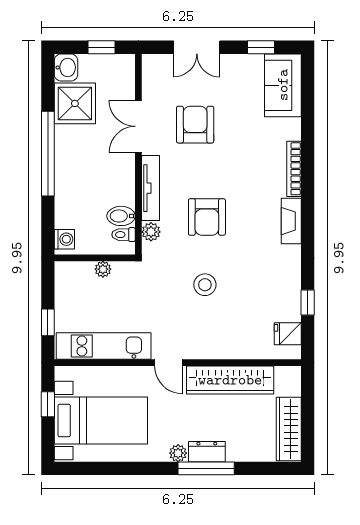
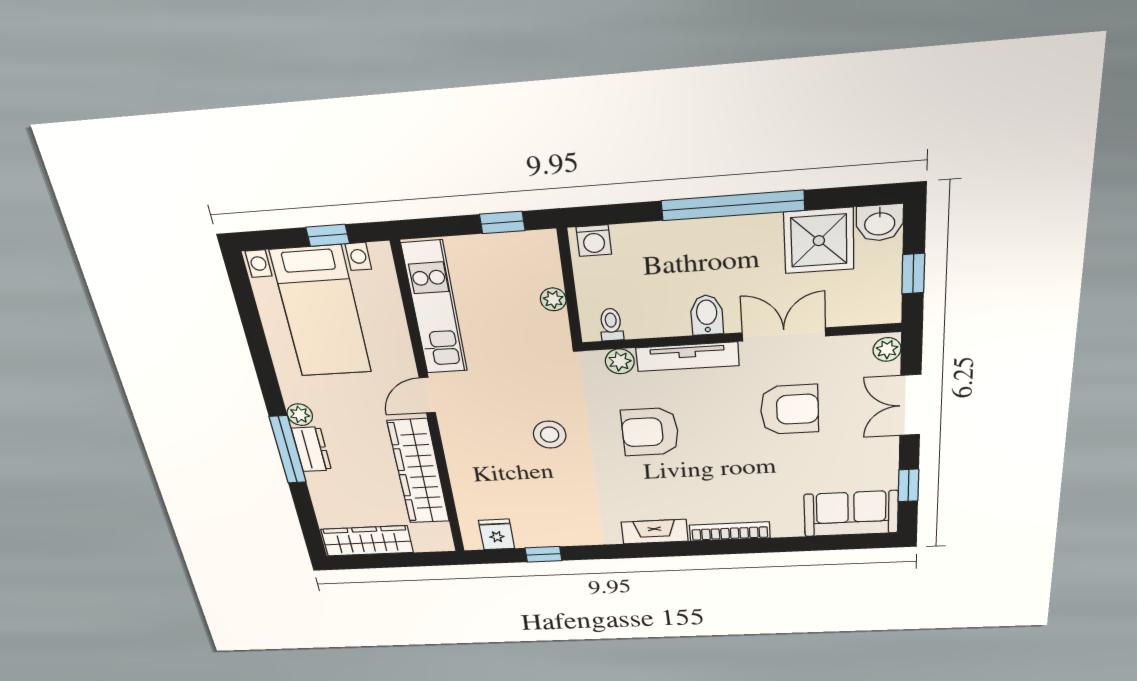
plant: (154, 62) -> (887, 349), added
bidet: (121, 216) -> (707, 315), moved
window: (48, 322) -> (502, 222), moved

